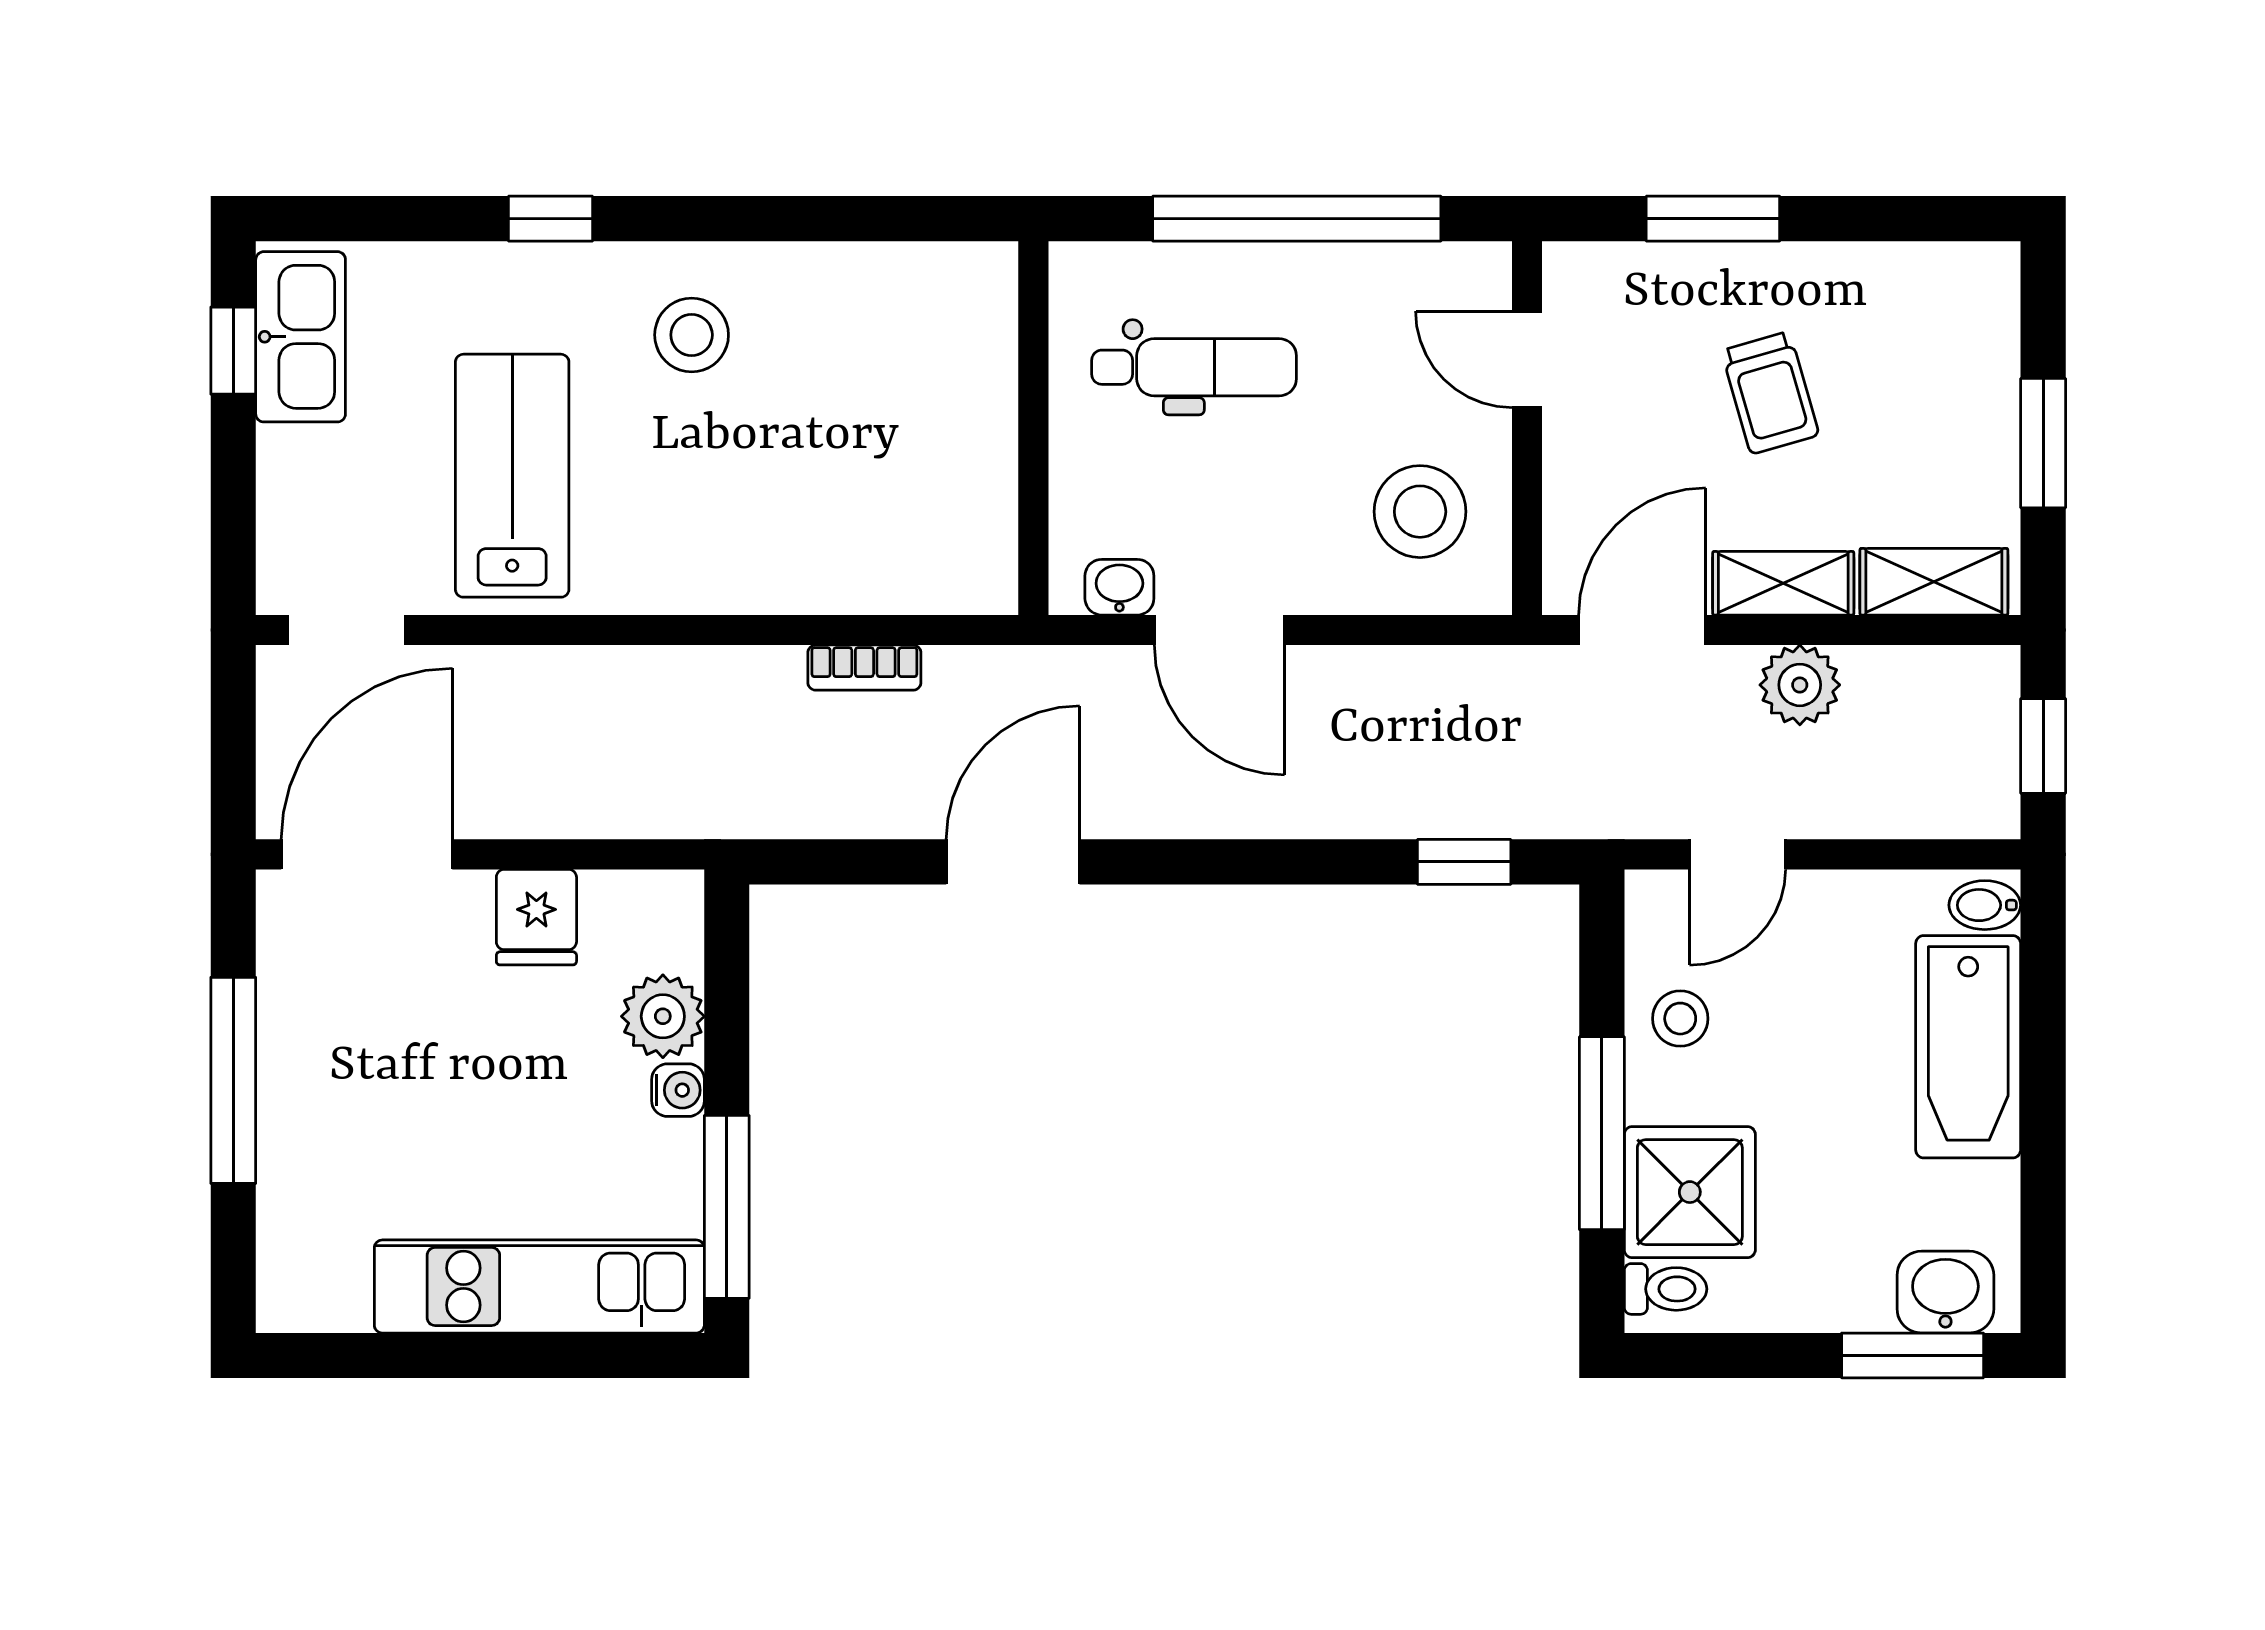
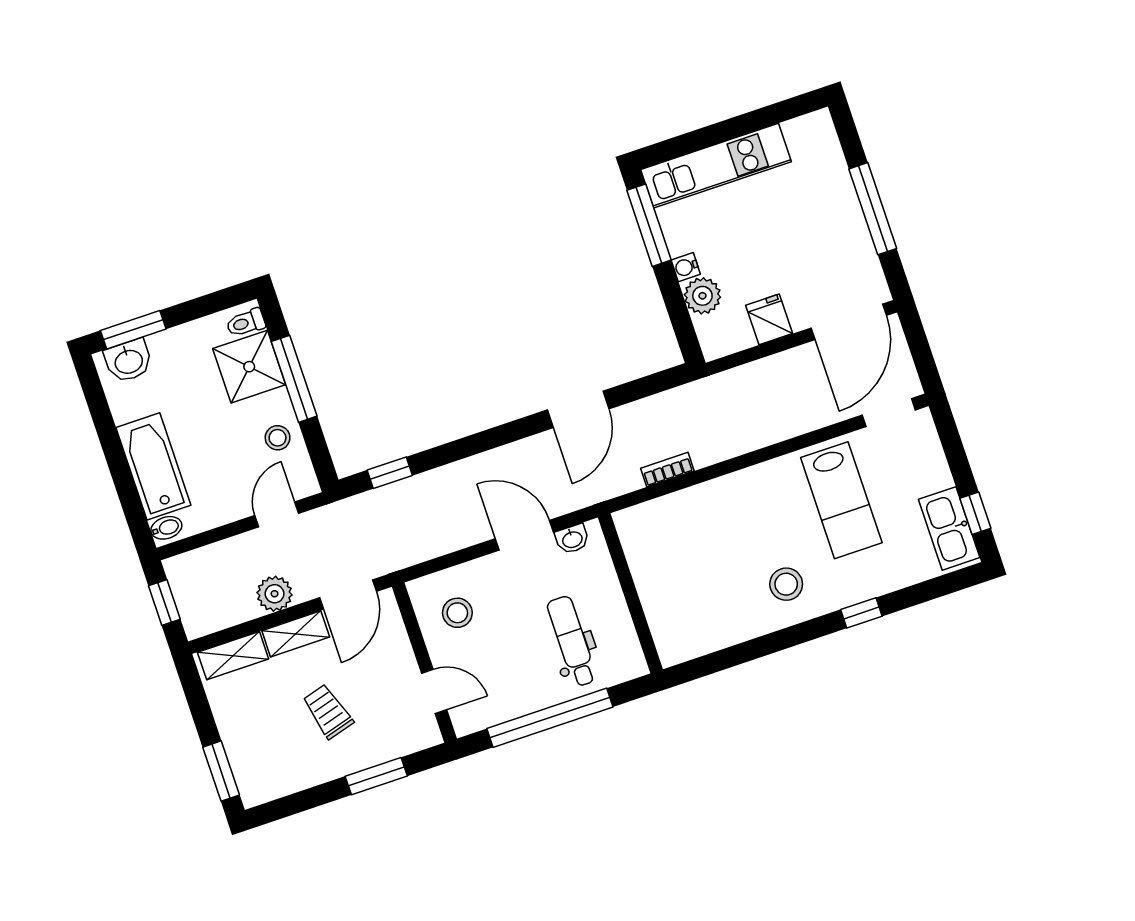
dental chair: (1194, 367) -> (572, 641), turned 90
window: (2043, 443) -> (221, 771), moved
stool: (1420, 512) -> (457, 613), width x0.73, depth x0.73

